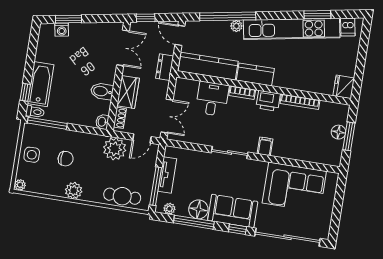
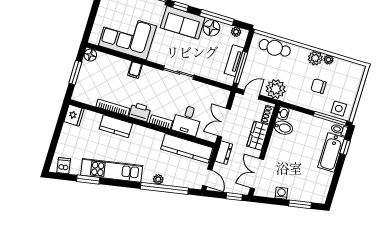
kitchen unit: (292, 29) -> (112, 170), width x0.73
washing machine: (62, 30) -> (281, 193), moved
kitchen counter: (255, 74) -> (116, 126), moved
bidet: (102, 91) -> (283, 128), moved
double door: (167, 116) -> (224, 123), moved
floor lamp: (339, 132) -> (90, 55), moved
filing cabinet: (265, 146) -> (135, 70), moved
side table: (32, 155) -> (339, 109), moved
plant: (20, 185) -> (329, 60), moved
window: (156, 186) -> (241, 67), moved

